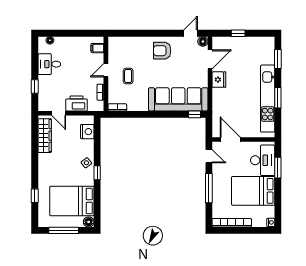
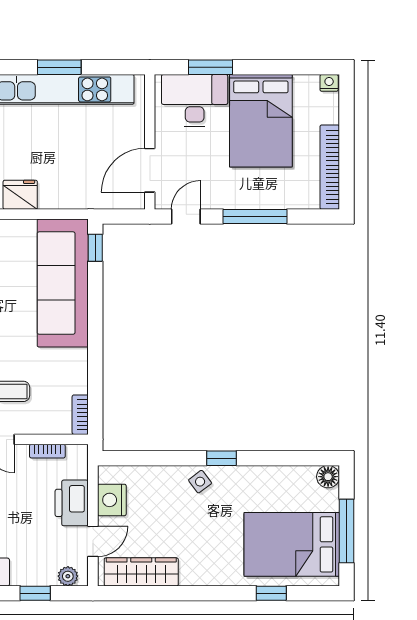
plant: (43, 102) -> (68, 576), added
nightstand: (87, 132) -> (112, 500), moved, turned -90
bed: (72, 201) -> (292, 544), moved, turned 90

